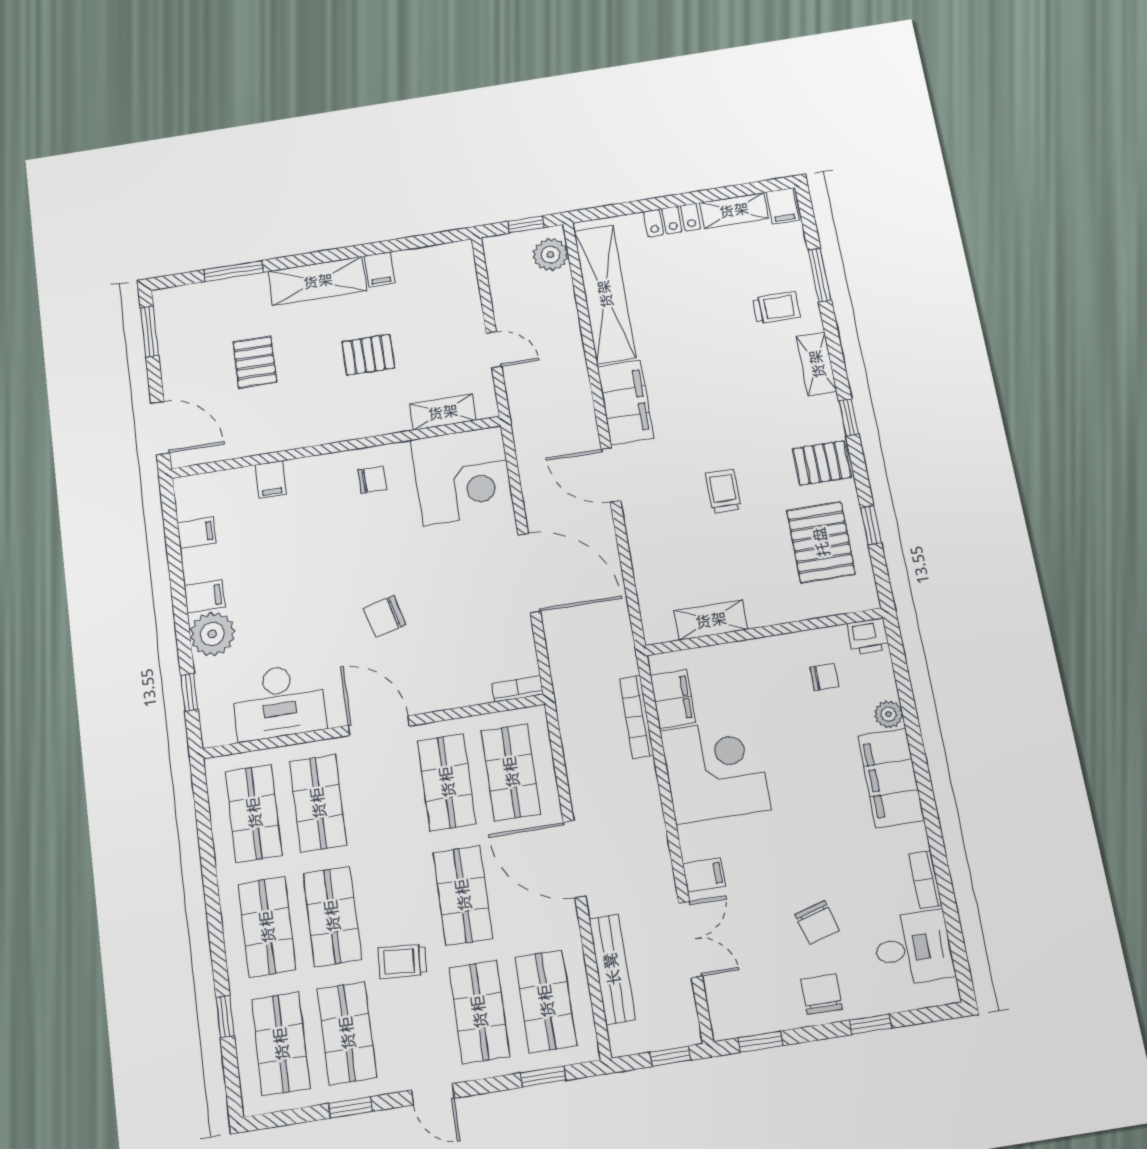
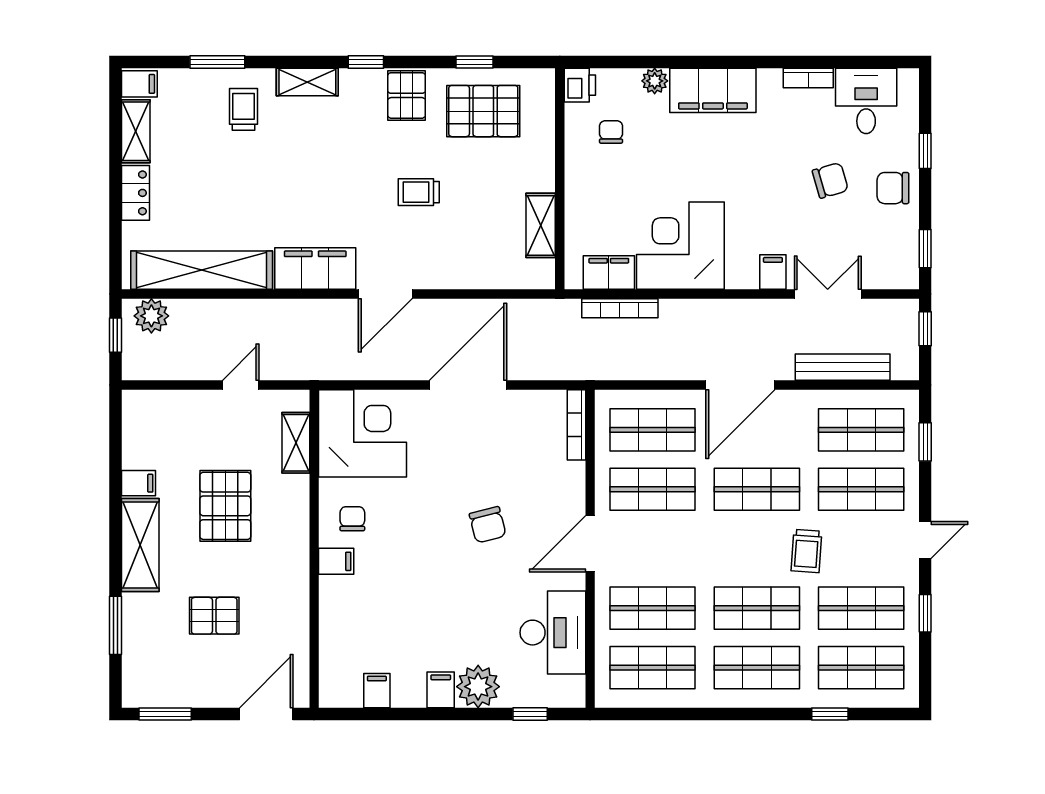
pallet: (368, 355) -> (225, 506), width x1.50, depth x1.42
filing cabinet: (271, 480) -> (336, 561), moved
bookcase: (518, 689) -> (576, 425), width x1.56

